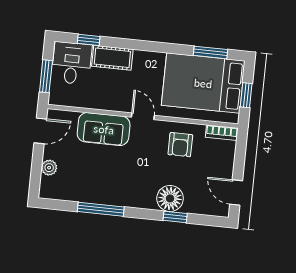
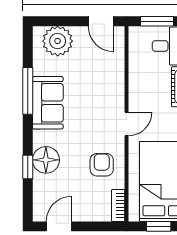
sofa: (104, 129) -> (48, 103), moved, turned 180
armchair: (180, 145) -> (102, 165), turned 90
plant: (49, 168) -> (58, 41), width x1.88, depth x1.88

